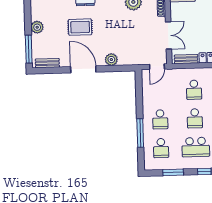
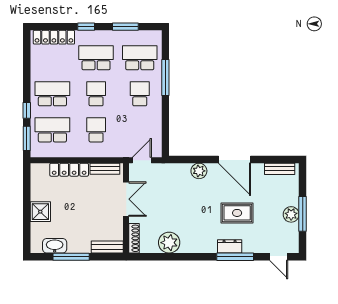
double door: (169, 35) -> (126, 199), swing flipped
window: (29, 49) -> (303, 214), moved
school desk: (161, 148) -> (140, 58), width x1.85

